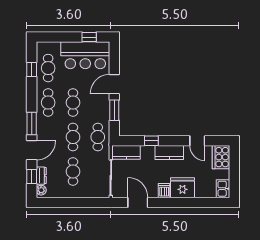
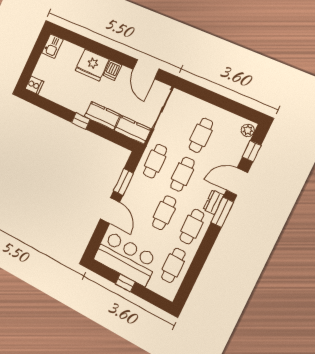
window: (89, 37) -> (125, 283), moved
window: (32, 69) -> (193, 274), removed
door: (114, 84) -> (110, 211), hinge flipped
window: (151, 141) -> (81, 121), moved
door: (197, 141) -> (54, 108), removed
kitchen counter: (169, 152) -> (102, 116), moved
cooker: (221, 157) -> (34, 85), width x0.53, depth x0.76
dresser: (41, 176) -> (213, 202), moved

